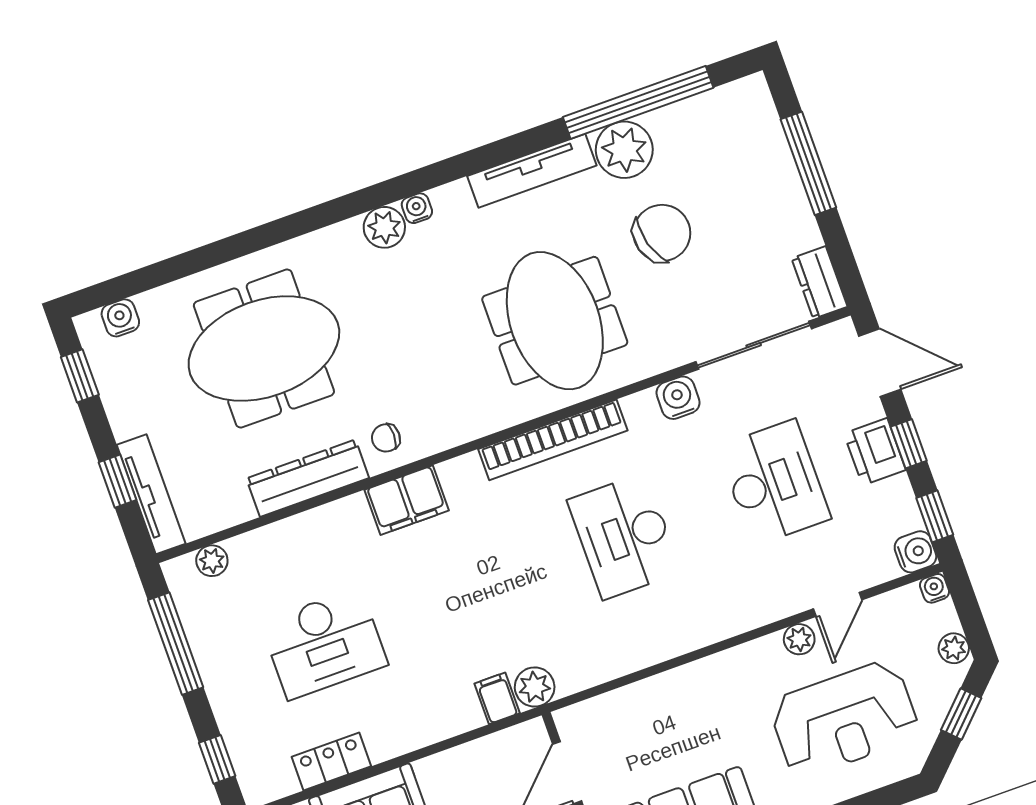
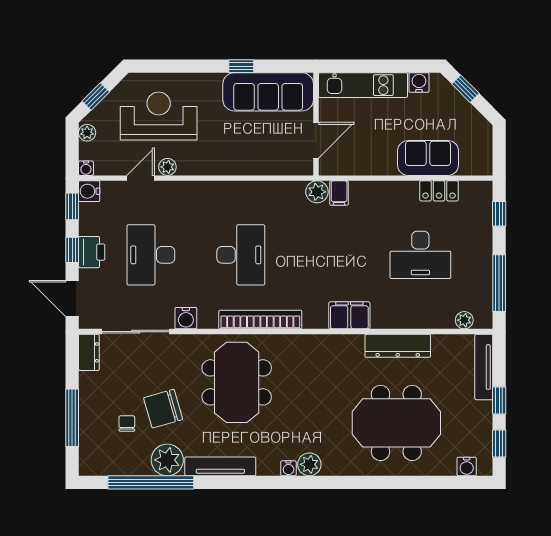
chair: (386, 438) -> (127, 423), moved, turned -90
window: (117, 481) -> (499, 400), moved
desk: (324, 644) -> (420, 255), turned 180

